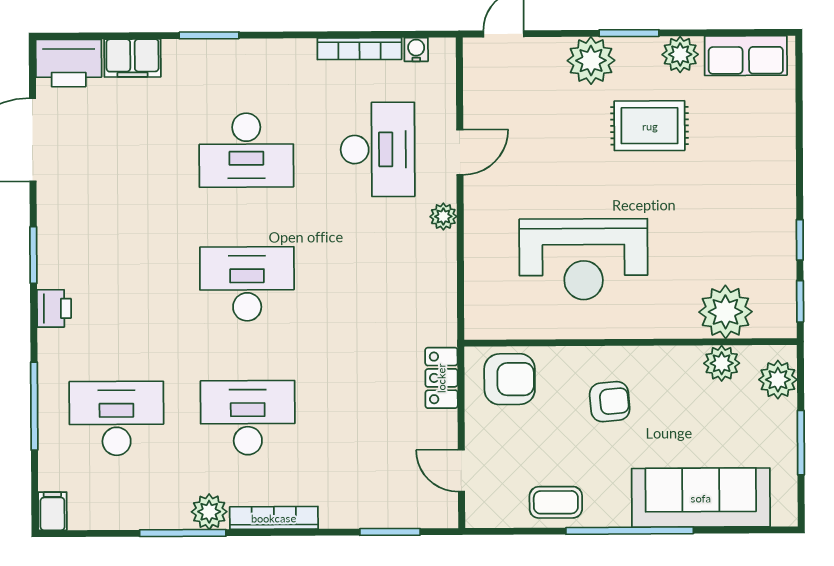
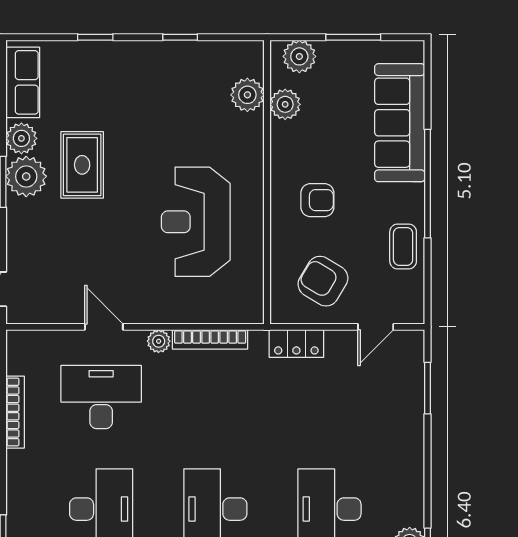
water cooler: (416, 49) -> (16, 364), removed
plant: (591, 61) -> (26, 176), moved
reception desk: (584, 259) -> (196, 222), turned 180
window: (800, 301) -> (95, 37), moved
plant: (725, 312) -> (247, 95), width x0.73, depth x0.73
armchair: (510, 379) -> (323, 281), moved, turned -59
armchair: (610, 402) -> (317, 200), turned 95
bookcase: (274, 518) -> (210, 339), moved, turned -90

